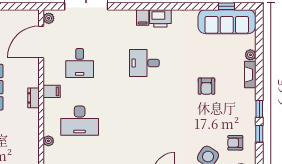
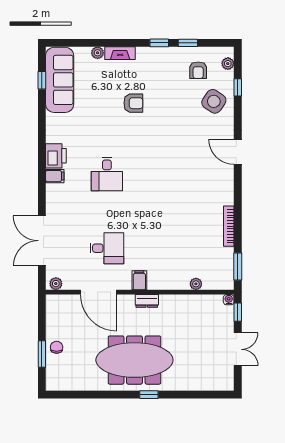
door: (41, 42) -> (99, 292), moved
desk: (80, 121) -> (173, 248), removed

